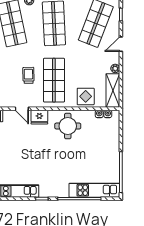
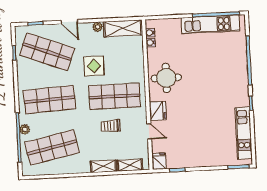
display table: (86, 96) -> (94, 66), moved
door: (22, 109) -> (149, 131), hinge flipped
kitchen unit: (94, 190) -> (210, 24), moved, turned -90

